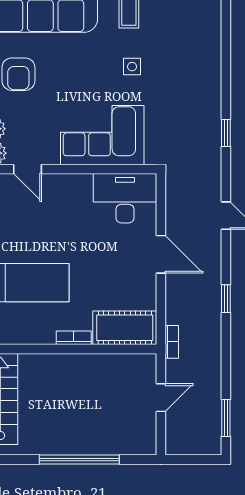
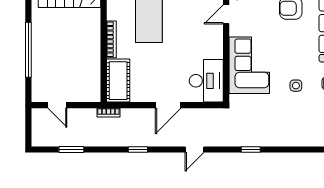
bookcase: (74, 338) -> (111, 39), width x1.56
door: (161, 398) -> (57, 105), moved
window: (226, 418) -> (71, 149), moved

